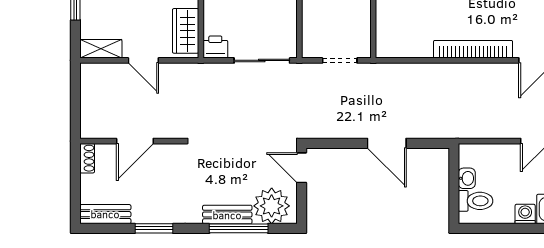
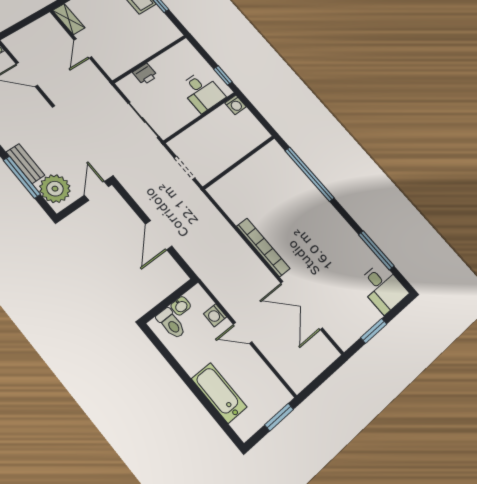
wardrobe: (186, 31) -> (122, 62), removed
printer: (215, 47) -> (145, 74), moved, turned 90
washing machine: (525, 214) -> (215, 315), moved, turned 180

